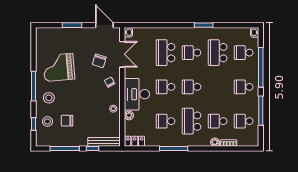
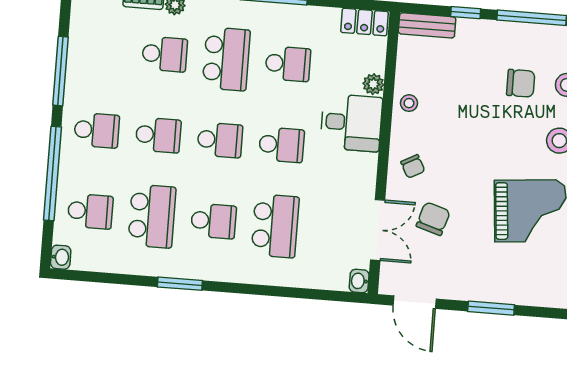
double door: (122, 54) -> (378, 230), swing flipped
desk: (137, 94) -> (351, 123), width x0.73
school desk: (244, 121) -> (158, 135), moved
bench: (104, 142) -> (427, 25), width x0.73

